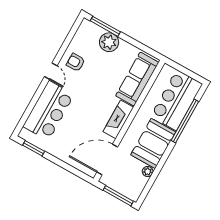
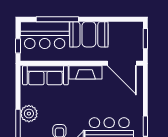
window: (180, 68) -> (18, 46), added
plant: (148, 172) -> (113, 26), removed
window: (118, 196) -> (145, 39), width x0.69

